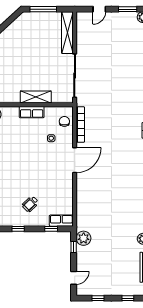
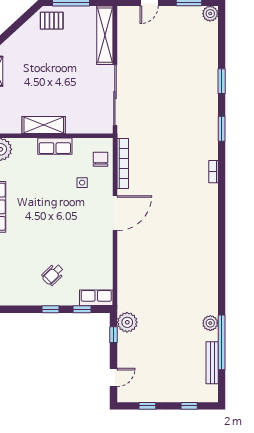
pallet: (29, 22) -> (52, 21), added
shelving: (36, 97) -> (44, 125), moved
window: (18, 229) -> (50, 309), moved

